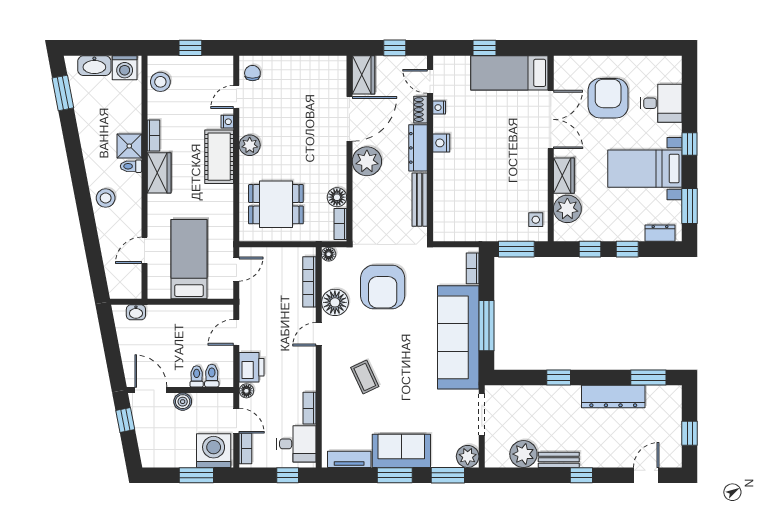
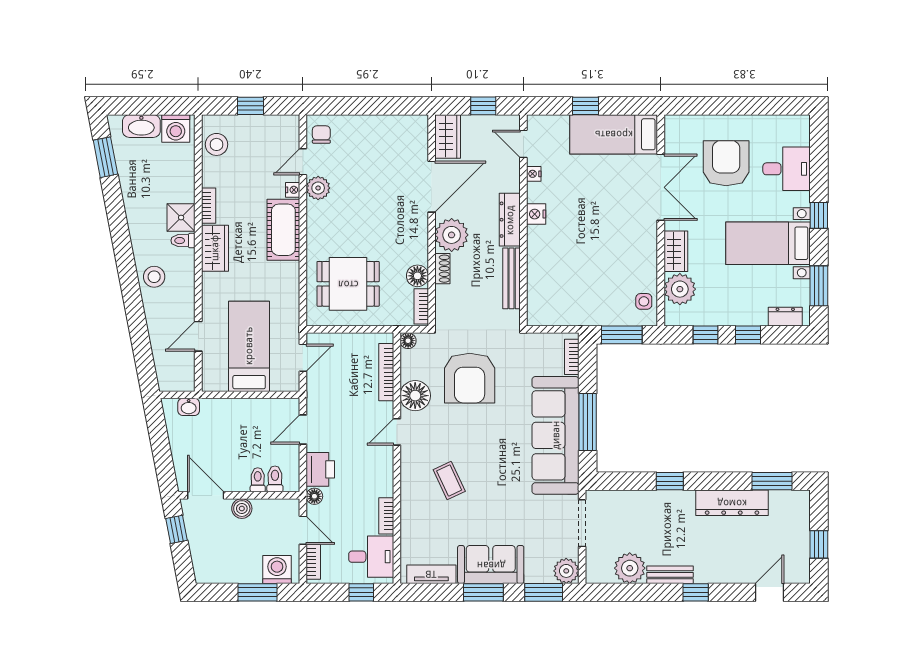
shoe rack: (420, 110) -> (442, 269), moved, turned 180
plant: (250, 145) -> (318, 188), moved
washing machine: (214, 451) -> (277, 569), width x0.73, depth x0.73

